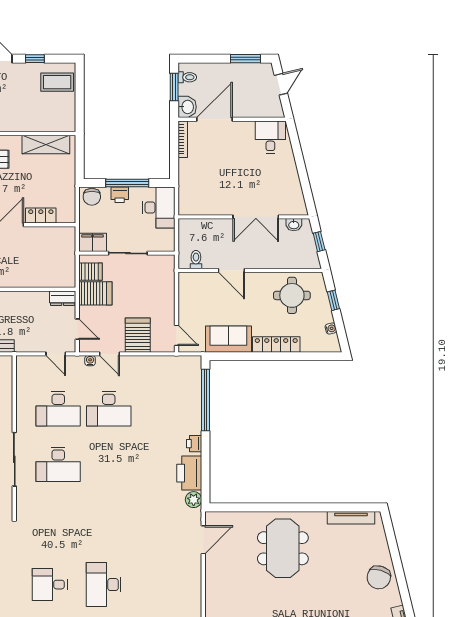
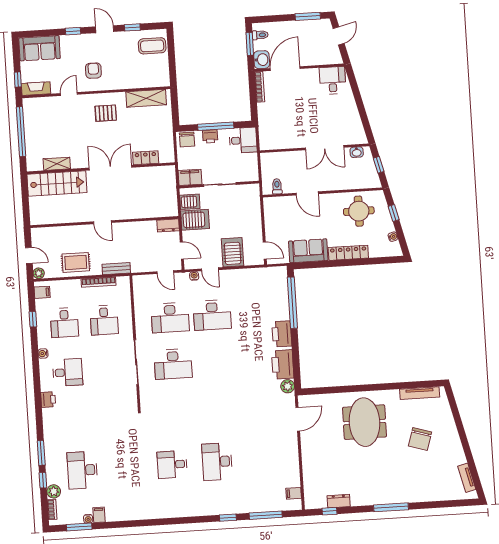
desk: (159, 208) -> (243, 140), width x0.73
printer: (194, 444) -> (282, 334), width x1.87, depth x1.48
chair: (379, 577) -> (420, 439), moved

